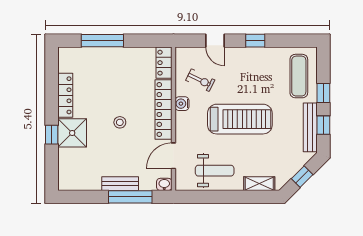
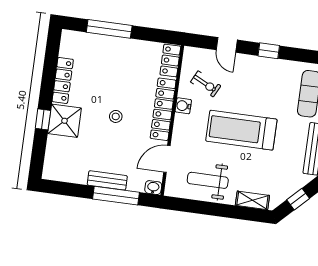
treadmill: (240, 119) -> (241, 130), turned 180
weight bench: (215, 171) -> (208, 180), turned 180

